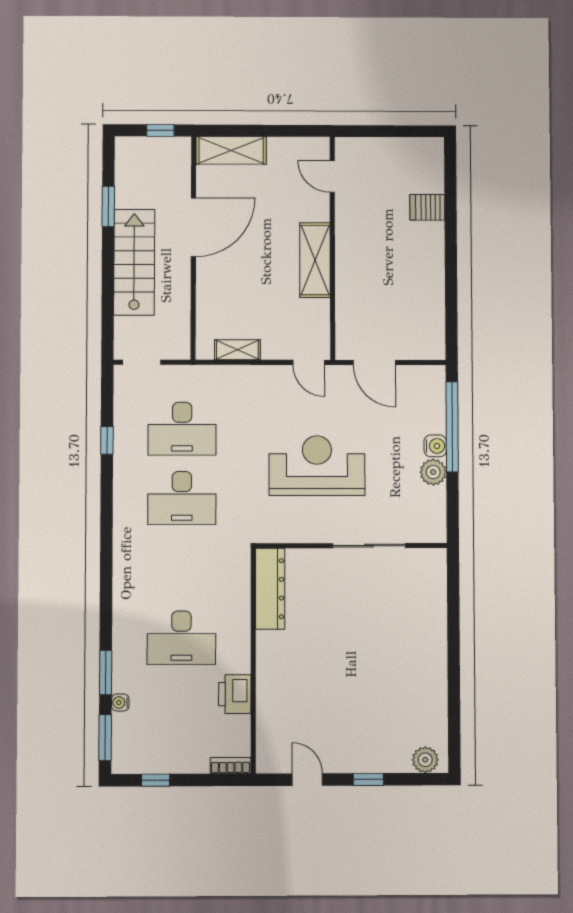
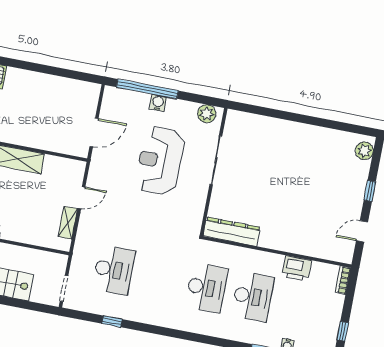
door: (309, 362) -> (81, 198), moved
reception desk: (317, 466) -> (160, 161), moved
plant: (433, 472) -> (207, 114), moved
desk: (182, 498) -> (206, 288), moved

